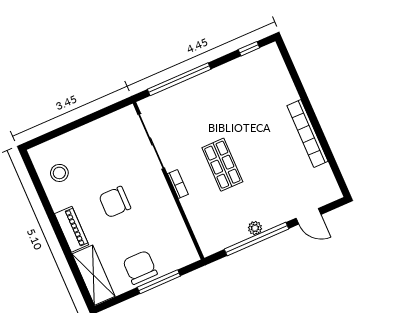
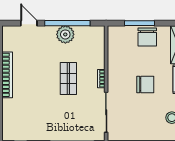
plant: (255, 228) -> (65, 34), width x1.87, depth x1.87

